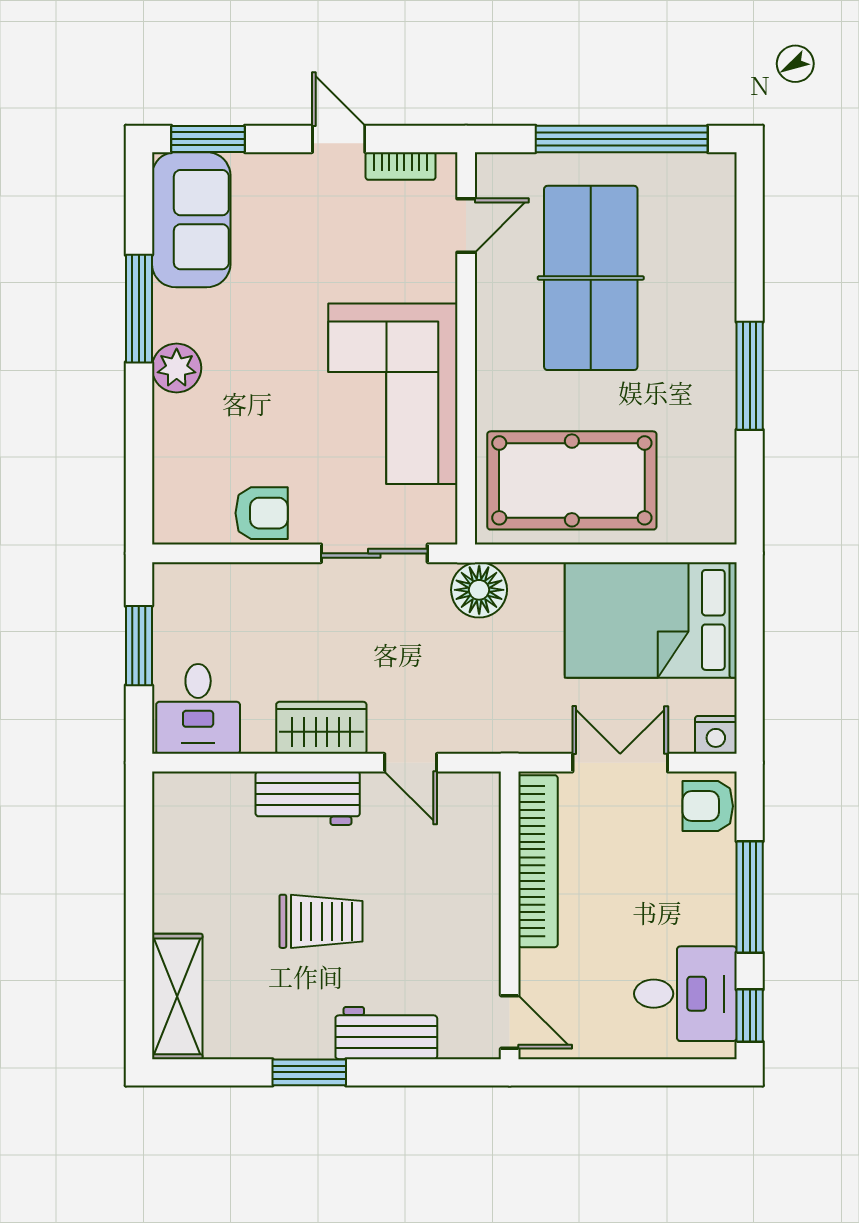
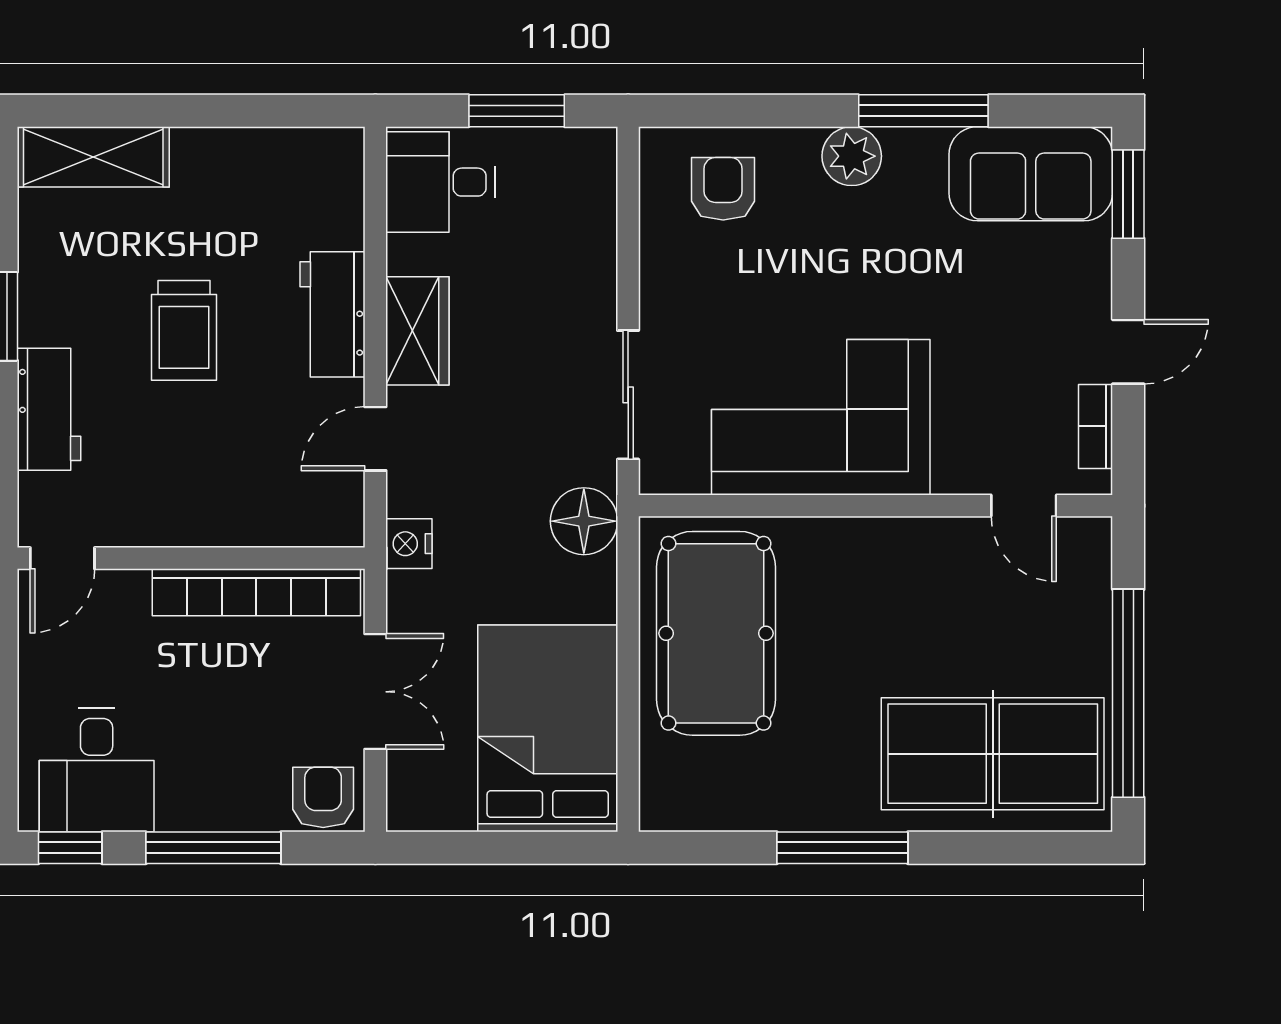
table tennis table: (591, 278) -> (993, 754), moved
armchair: (262, 513) -> (723, 189), moved, turned 180
nightstand: (716, 735) -> (409, 544), moved

